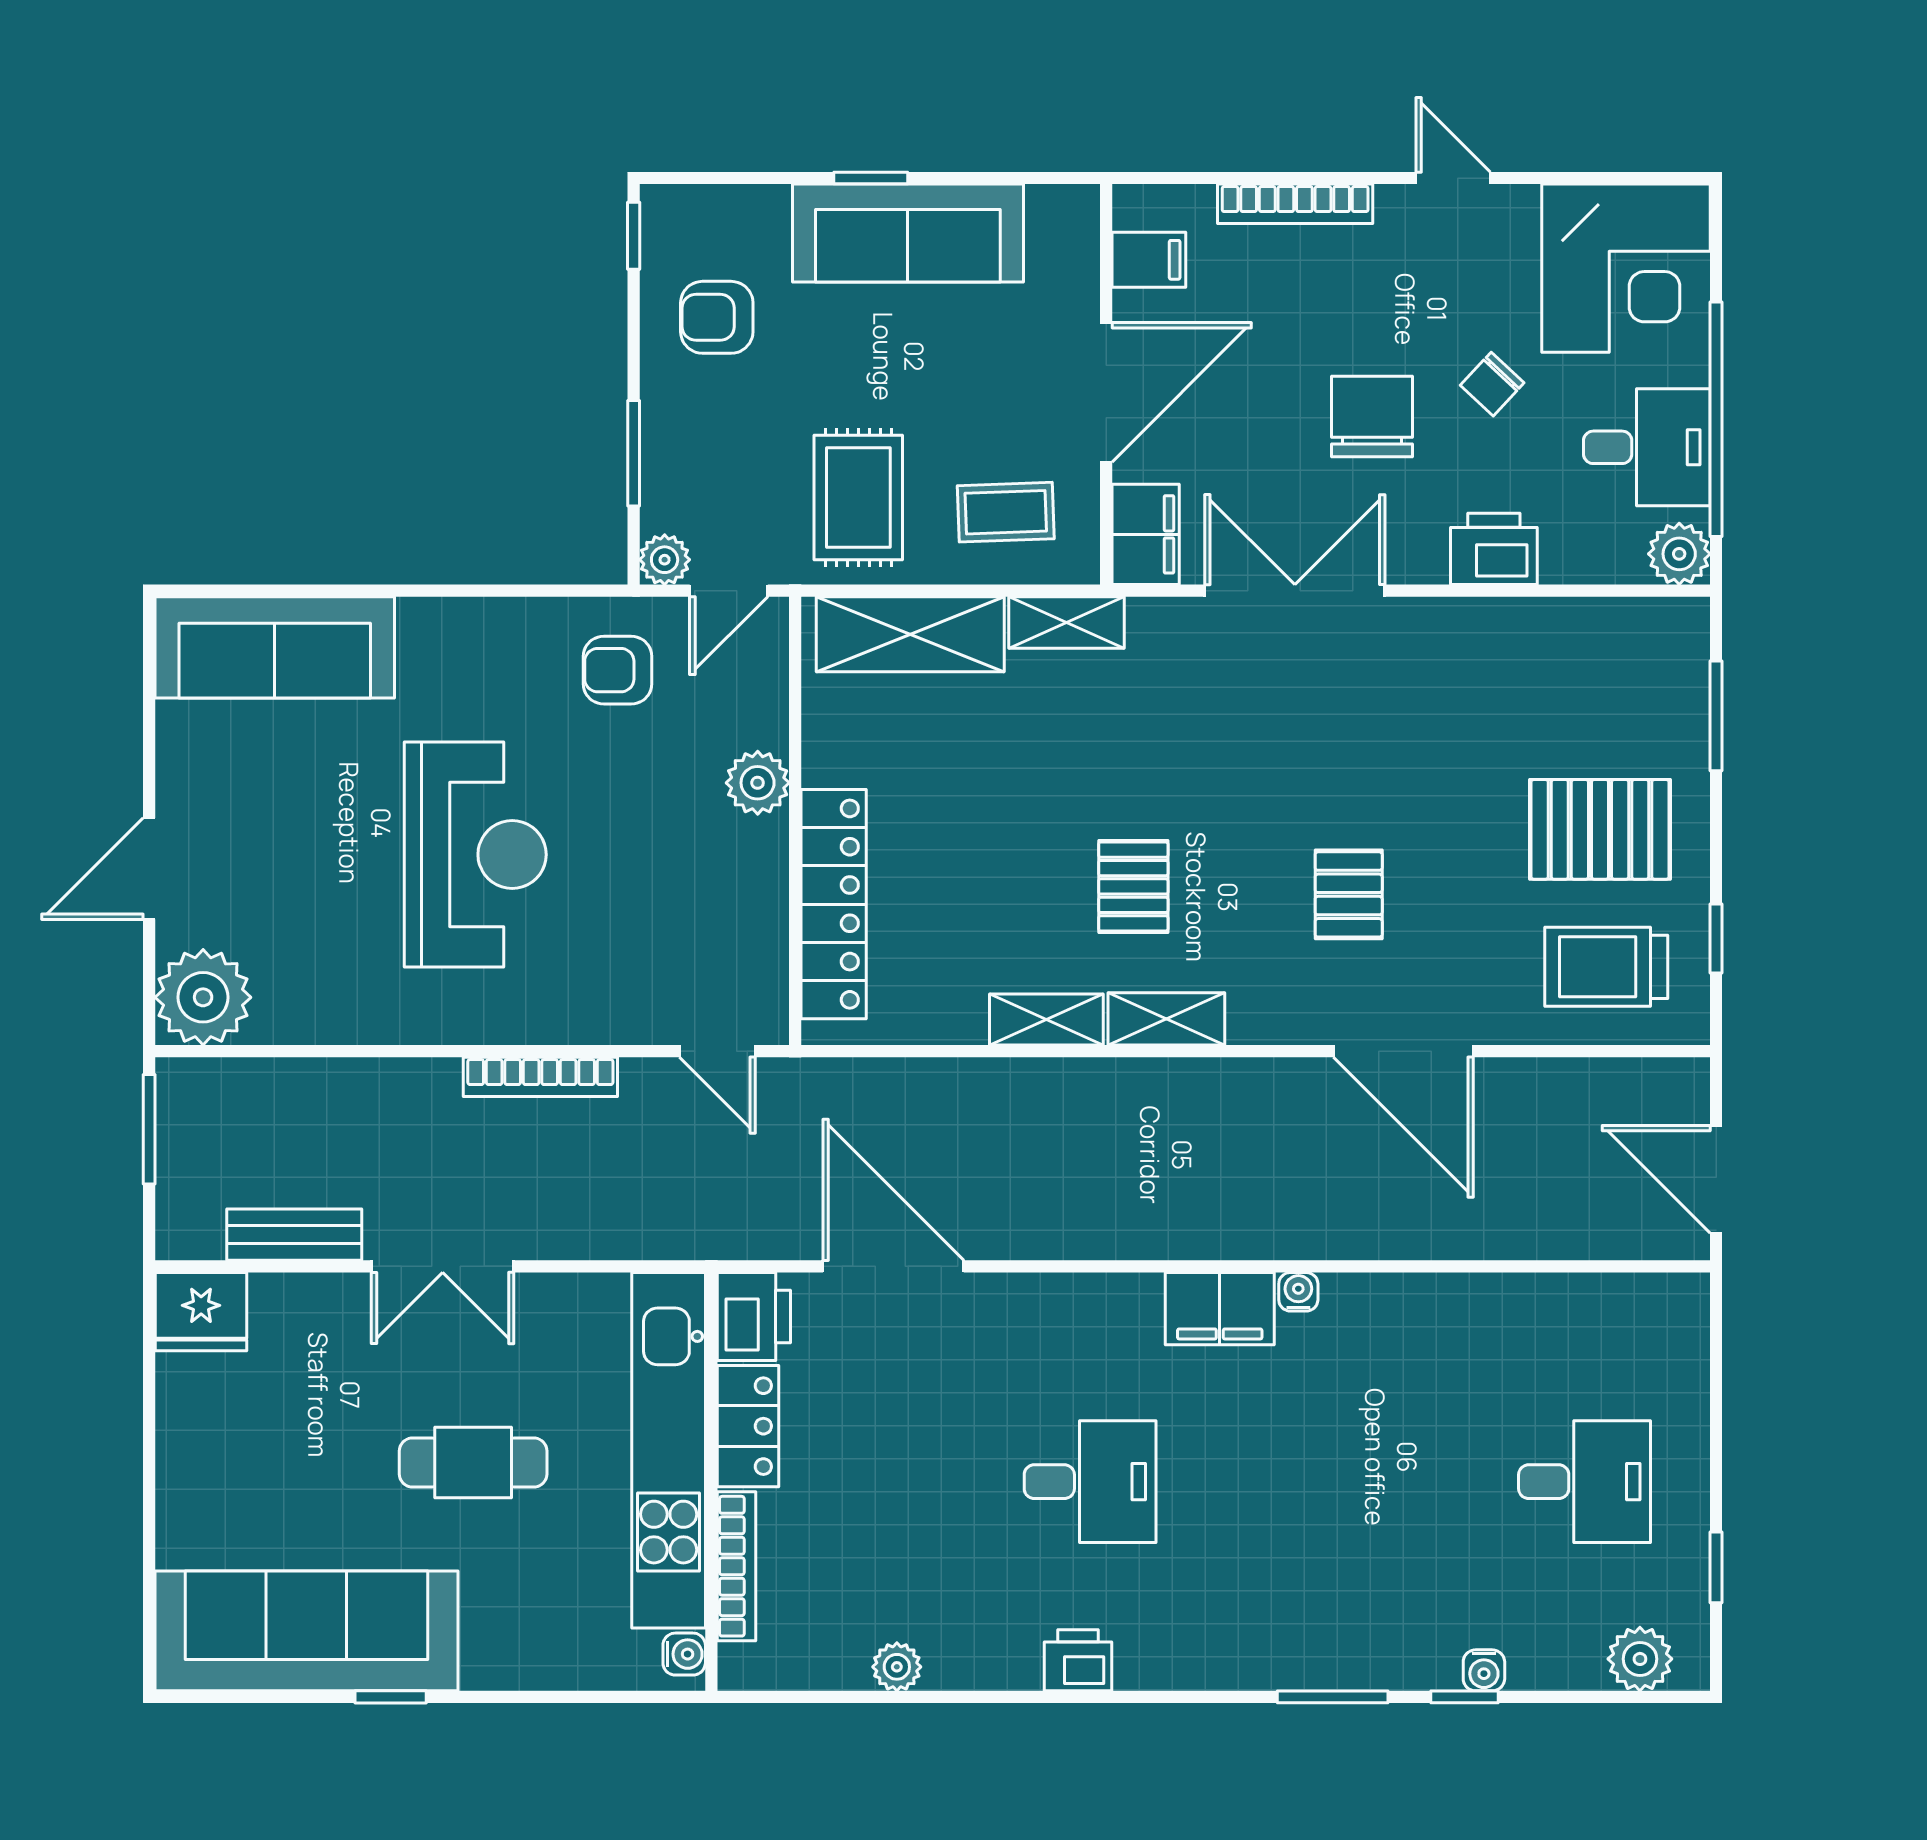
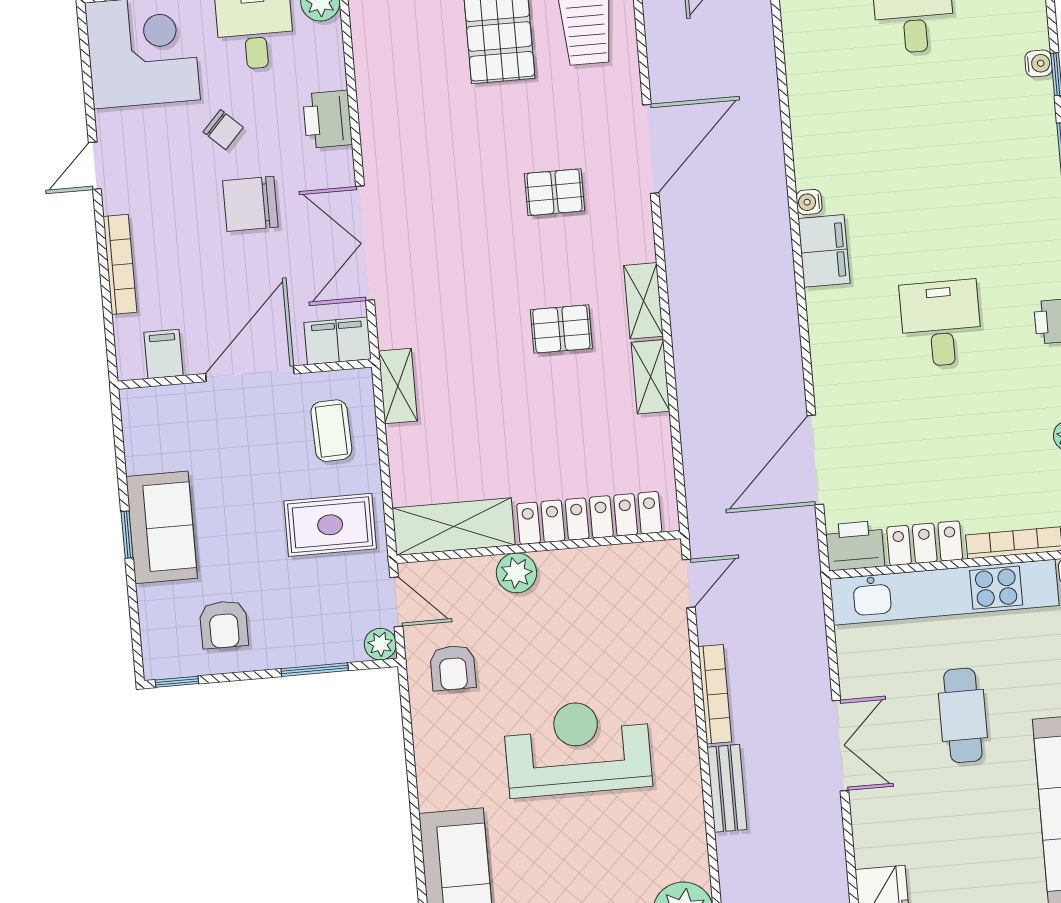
sofa: (908, 233) -> (162, 527), width x0.73
door: (1106, 392) -> (250, 374), hinge flipped
shelving: (910, 634) -> (454, 527), moved, turned 90
bench: (294, 1235) -> (727, 788), moved

